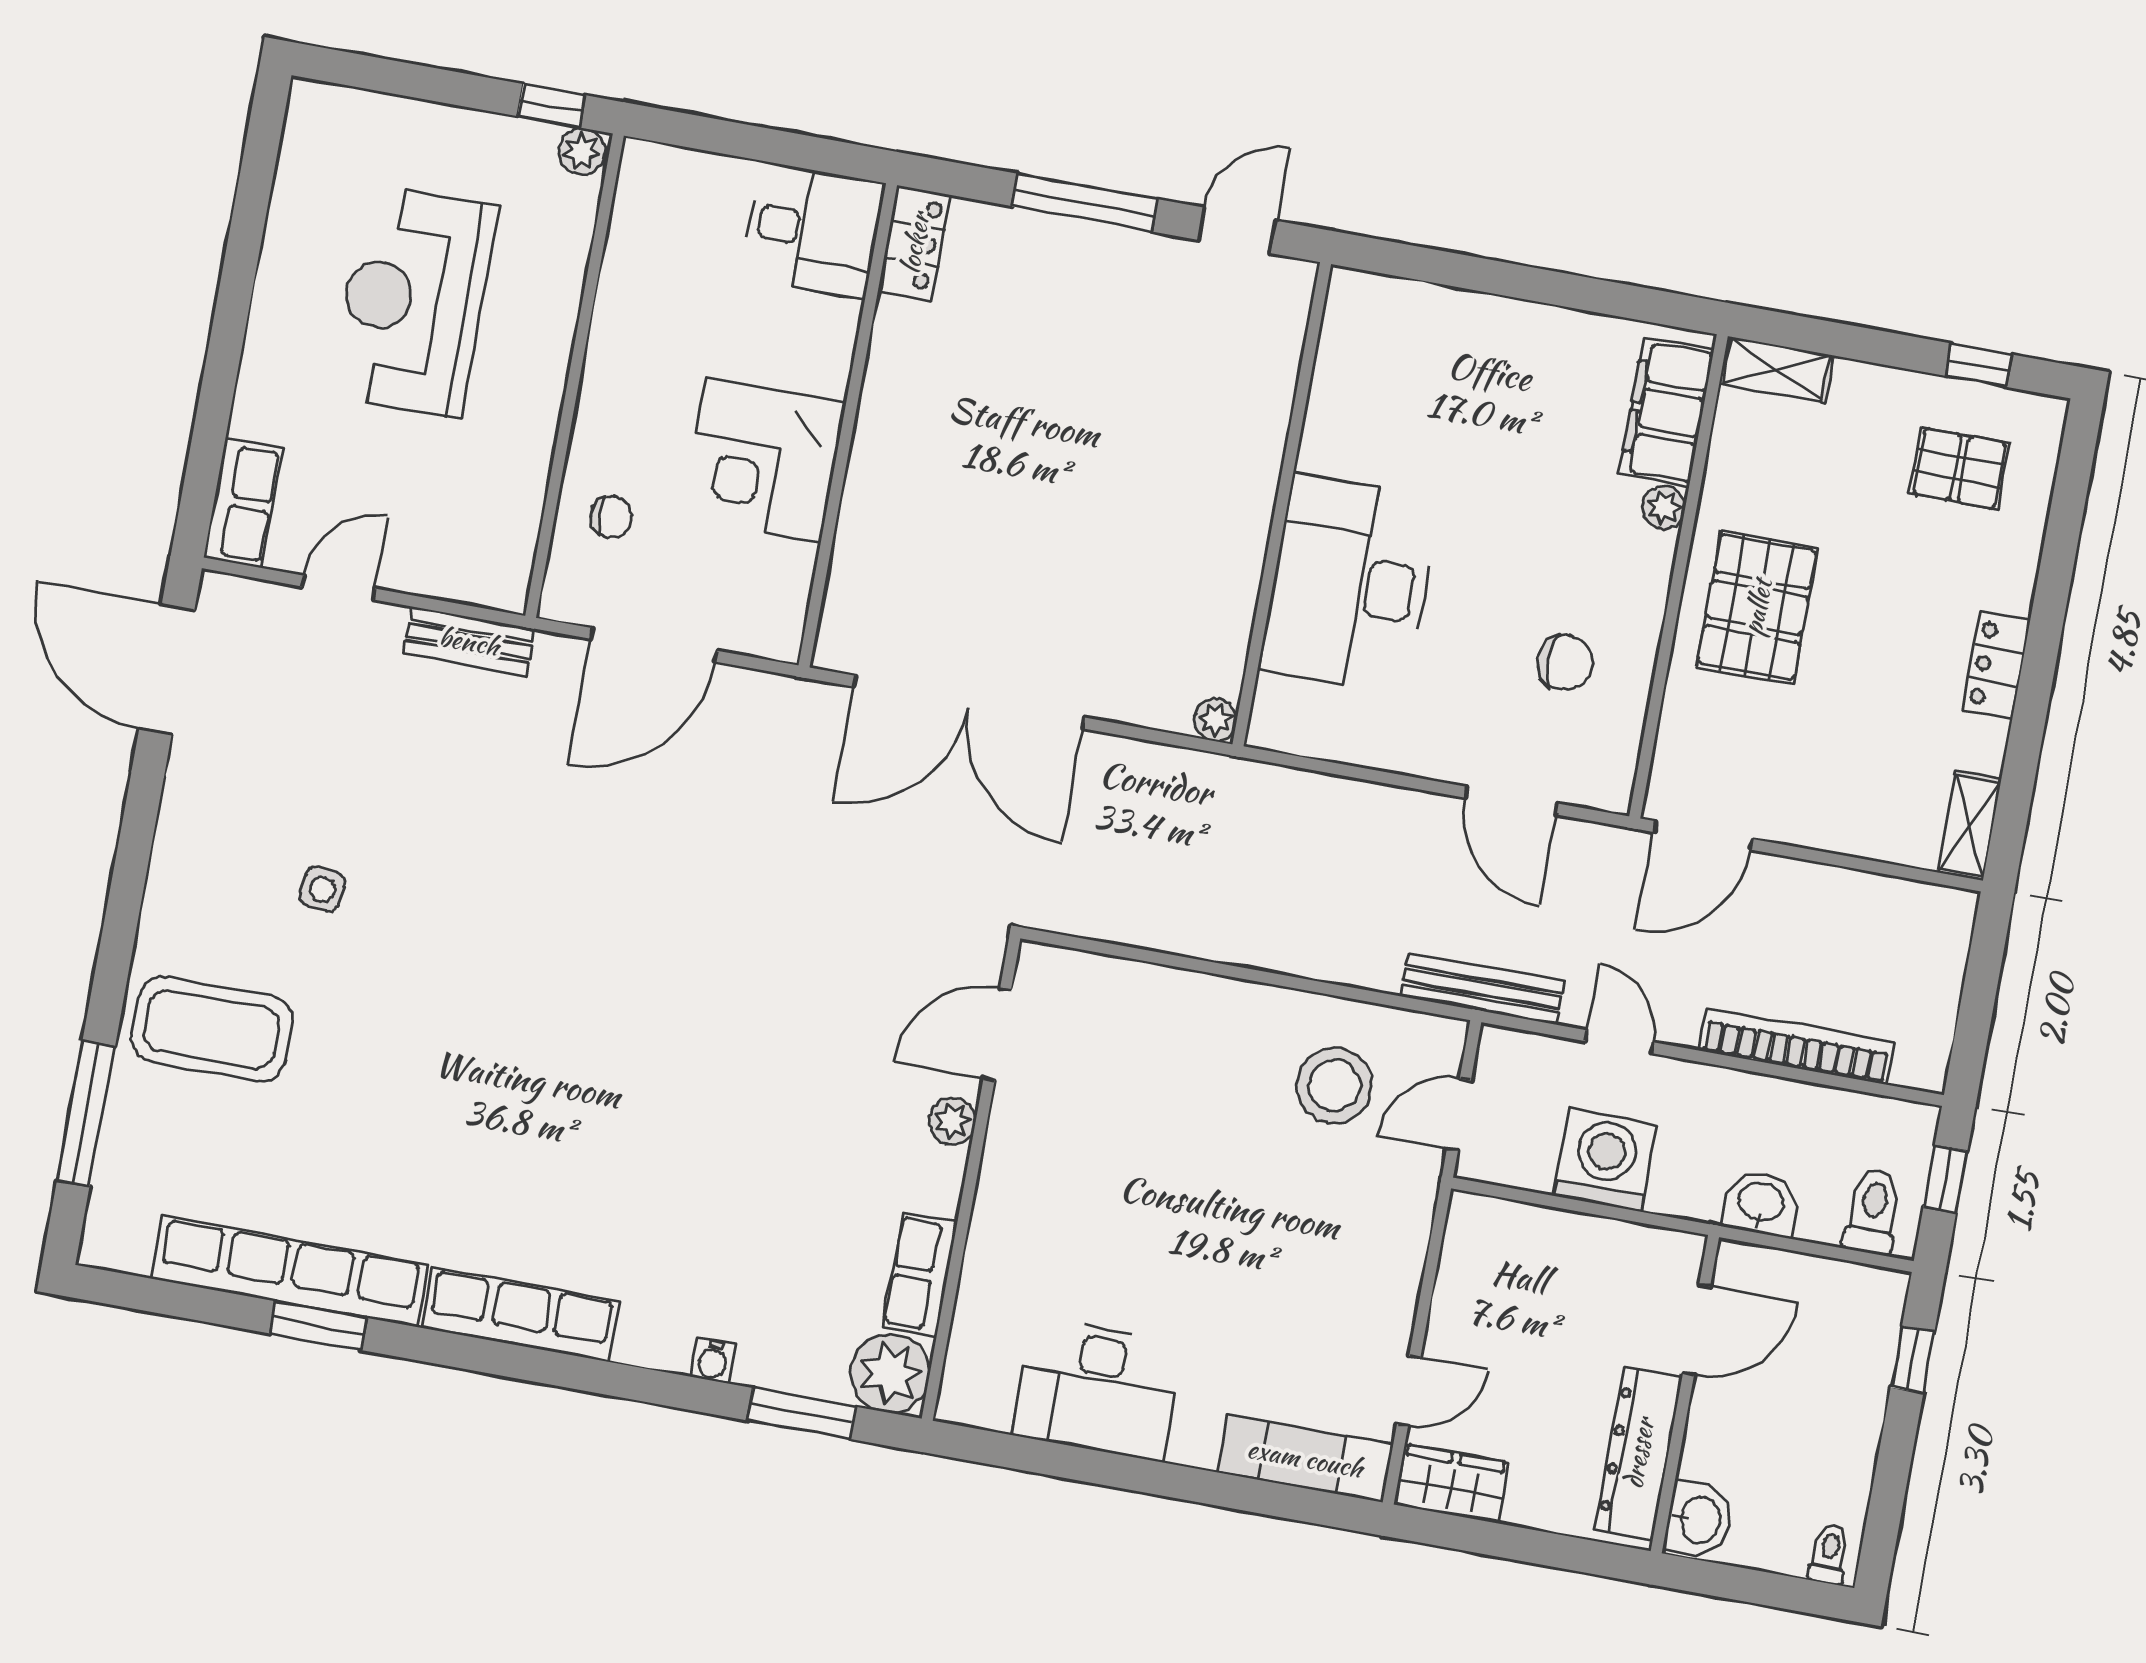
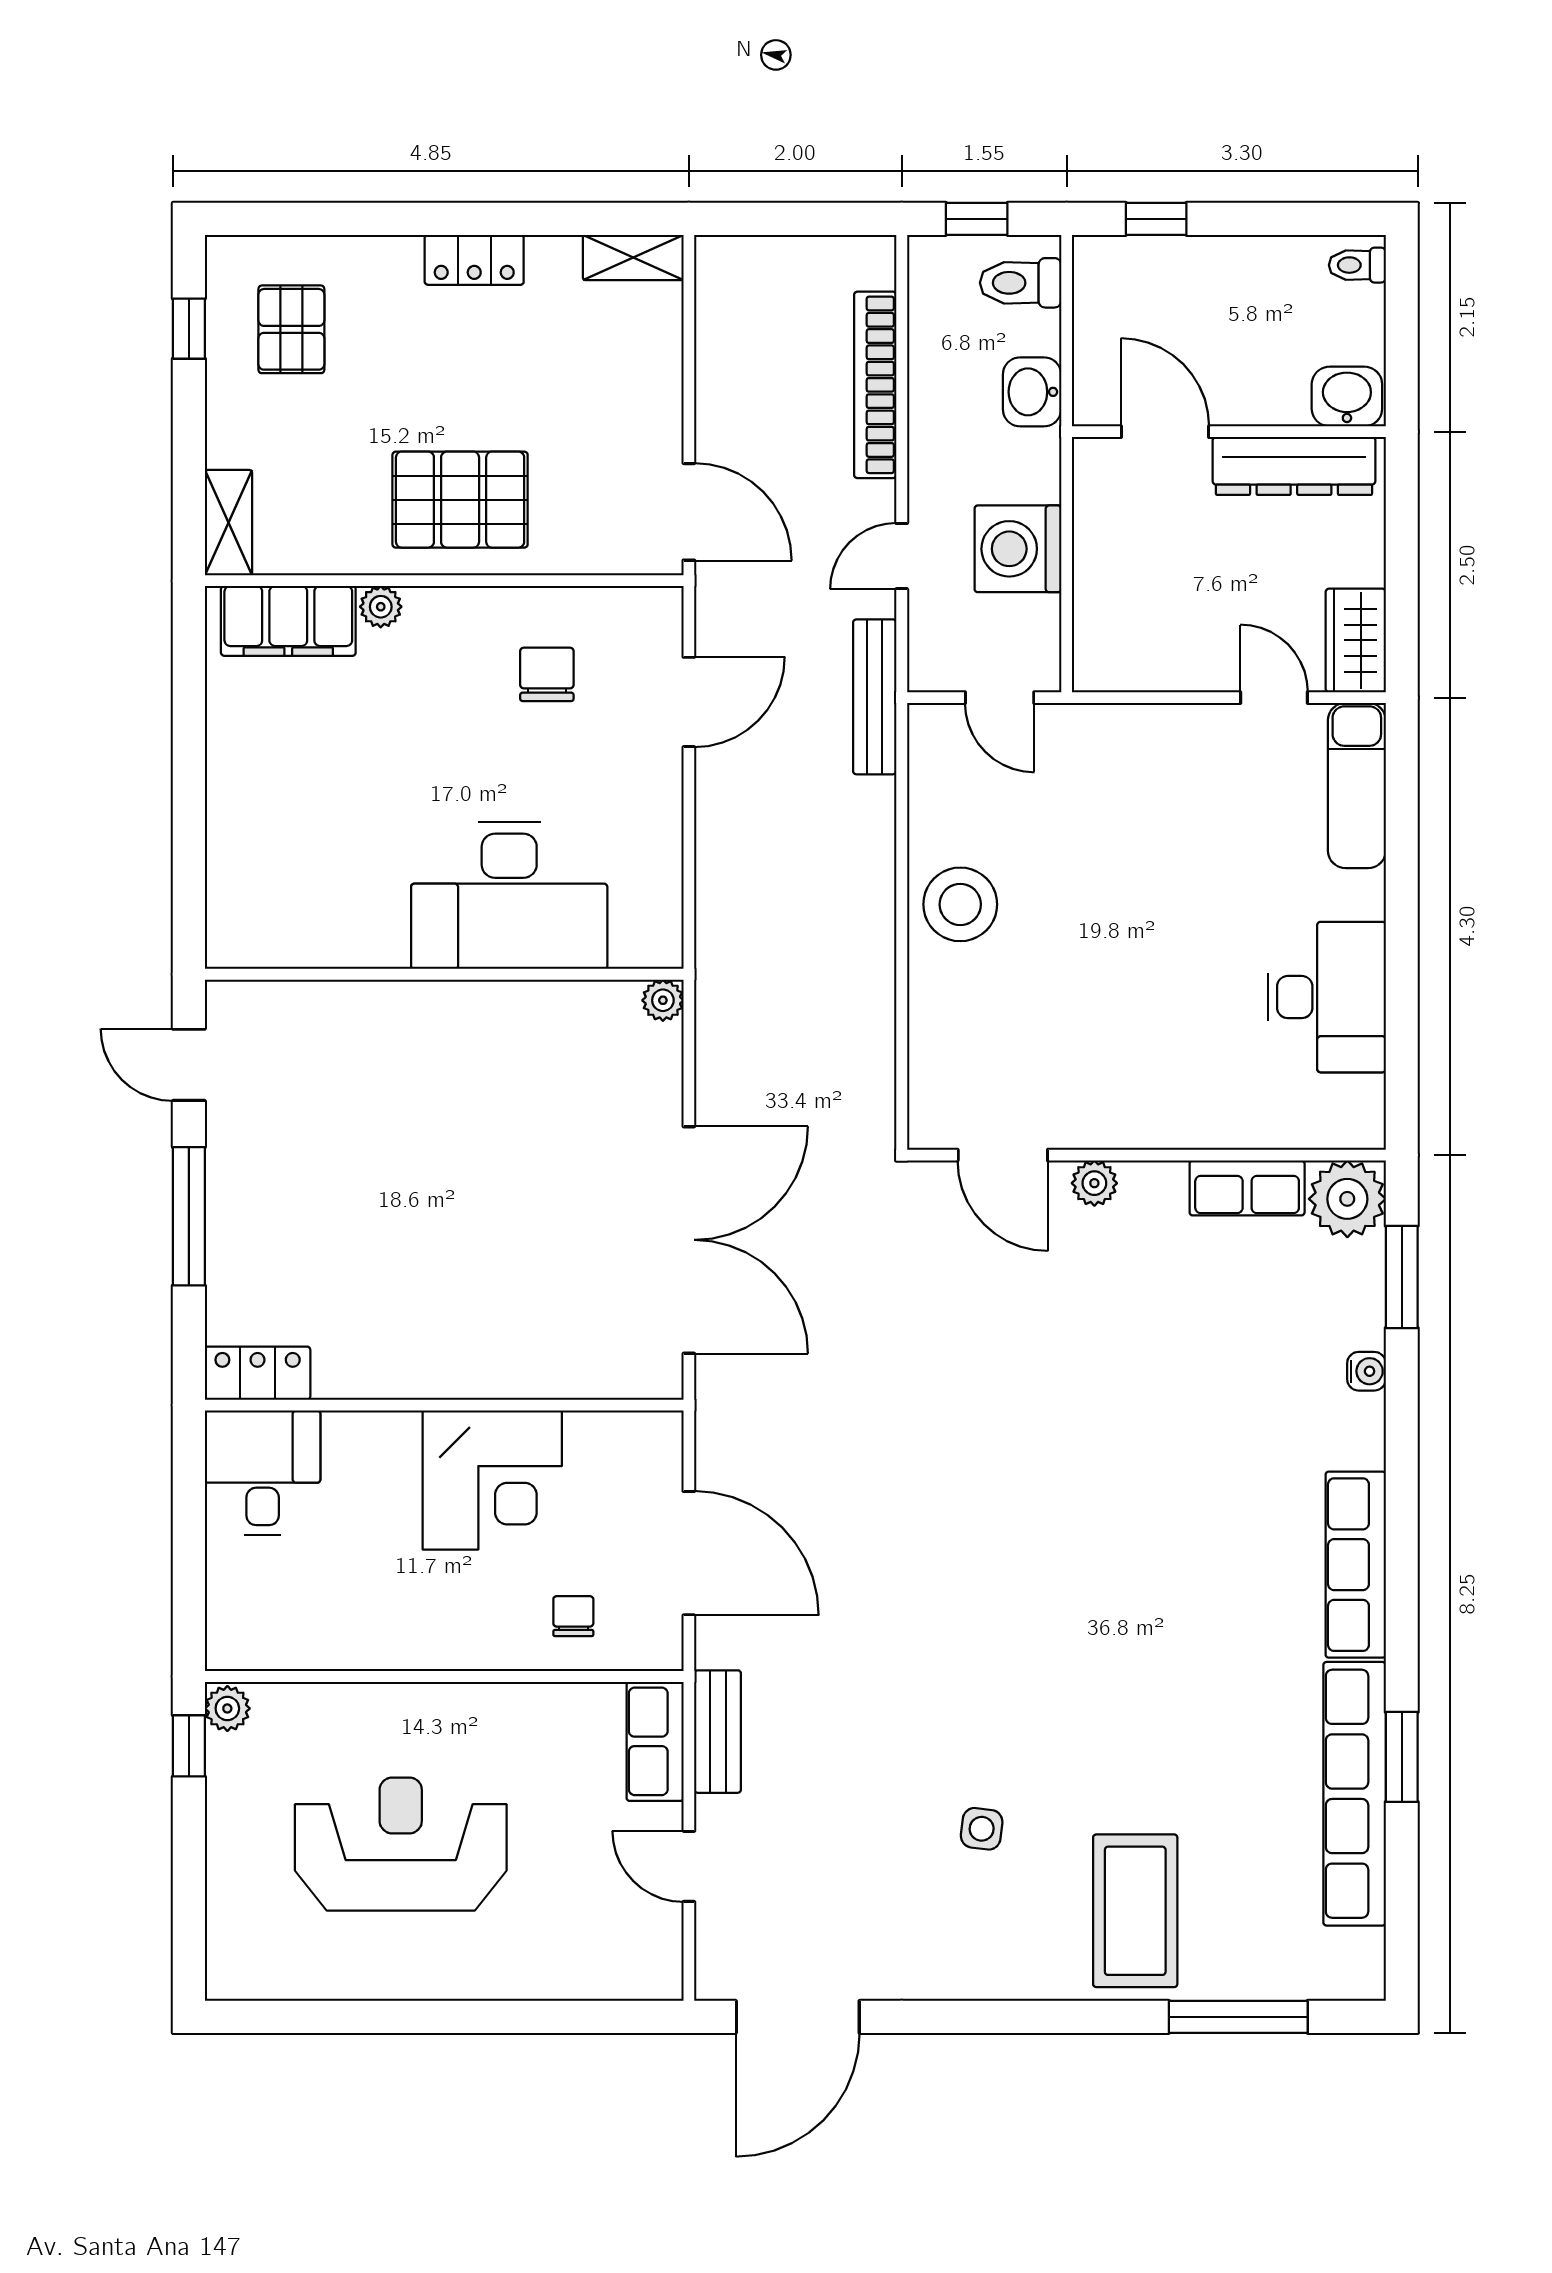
reception desk: (413, 301) -> (401, 1844), turned 180
row of seats: (243, 503) -> (655, 1741), moved, turned -90
stool: (1334, 1086) -> (960, 904), moved

